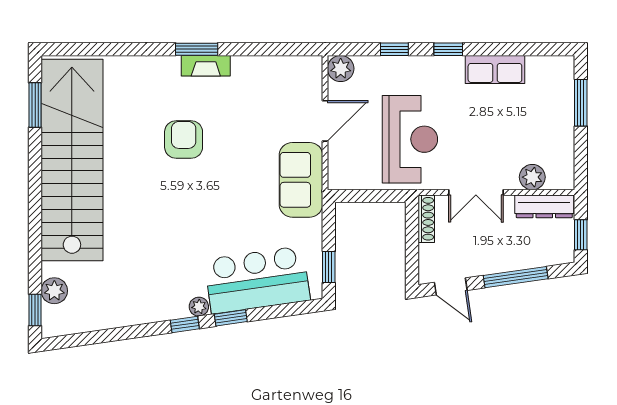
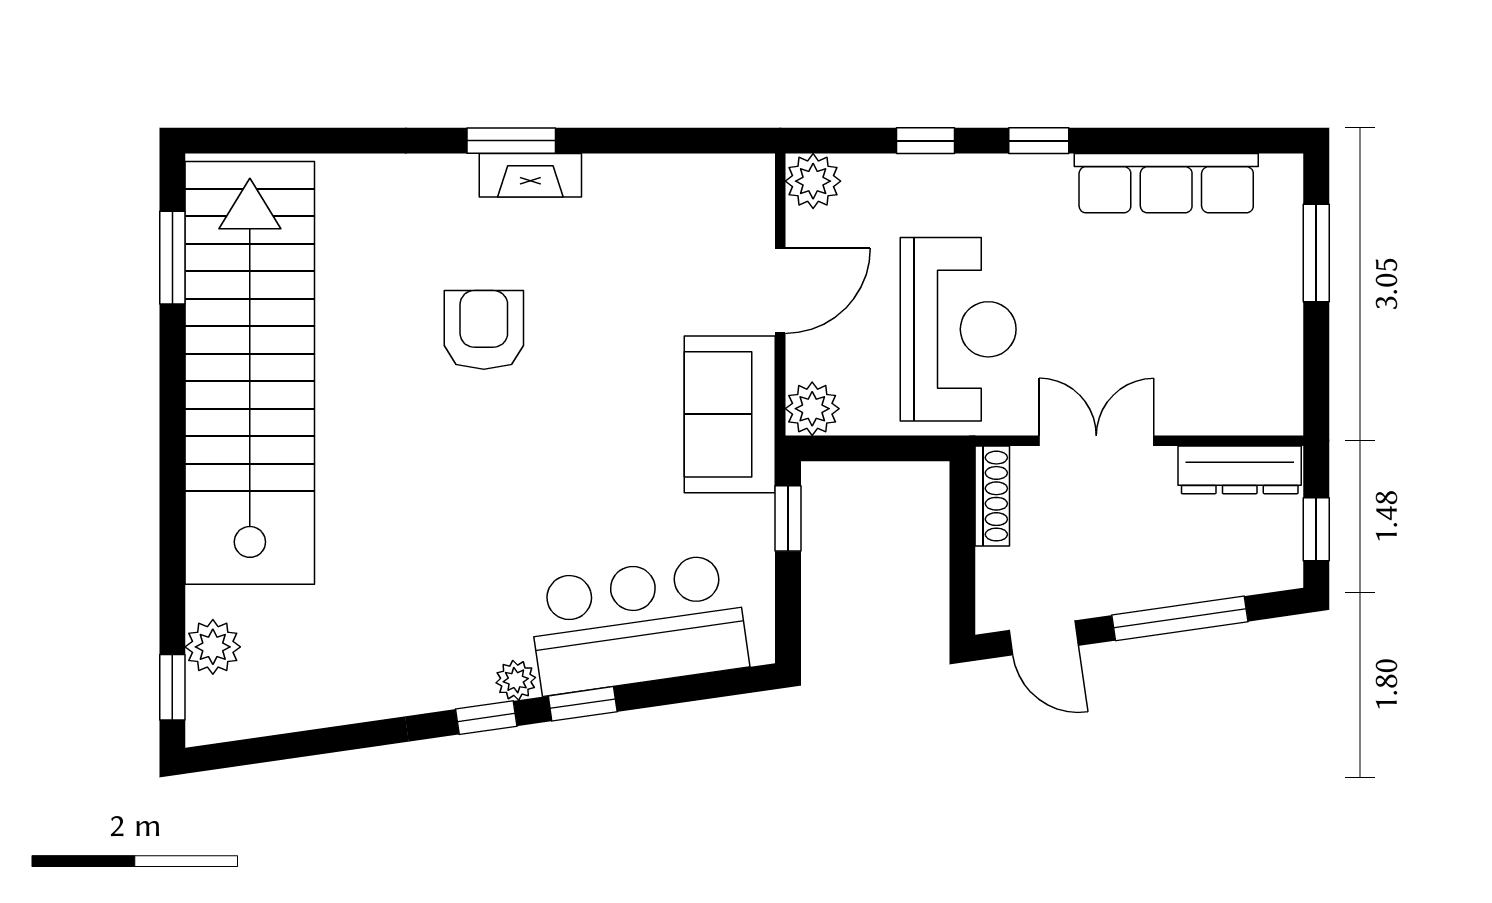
row of seats: (495, 70) -> (1166, 183), width x1.48
plant: (532, 177) -> (812, 409), moved
double door: (476, 192) -> (1096, 441), swing flipped
window: (329, 267) -> (788, 518), moved

